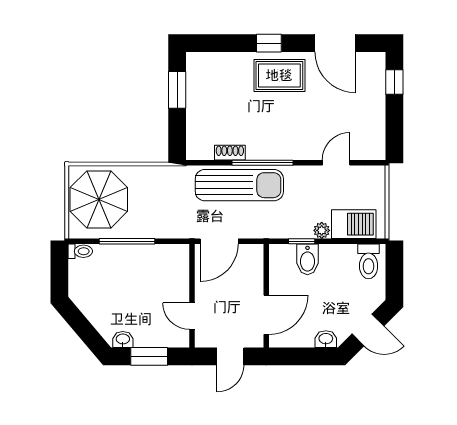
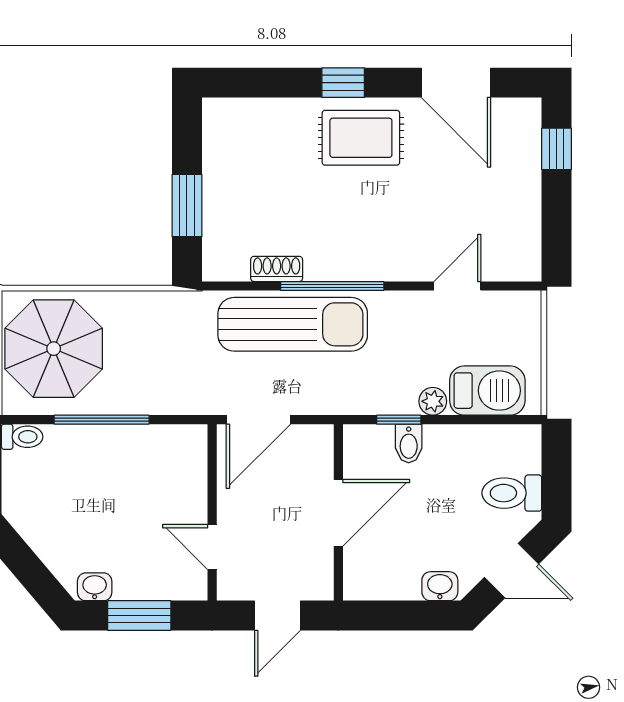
window: (177, 90) -> (187, 206), moved
bidet: (307, 259) -> (409, 443), width x0.72, depth x0.74
toilet: (369, 261) -> (512, 493), moved, turned 90
door: (266, 315) -> (338, 513), moved

